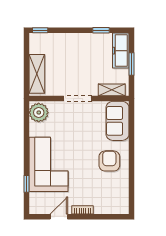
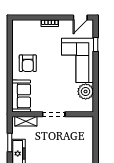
shelving: (37, 74) -> (87, 134), removed
plant: (39, 113) -> (86, 91), moved
door: (59, 217) -> (80, 17), moved

